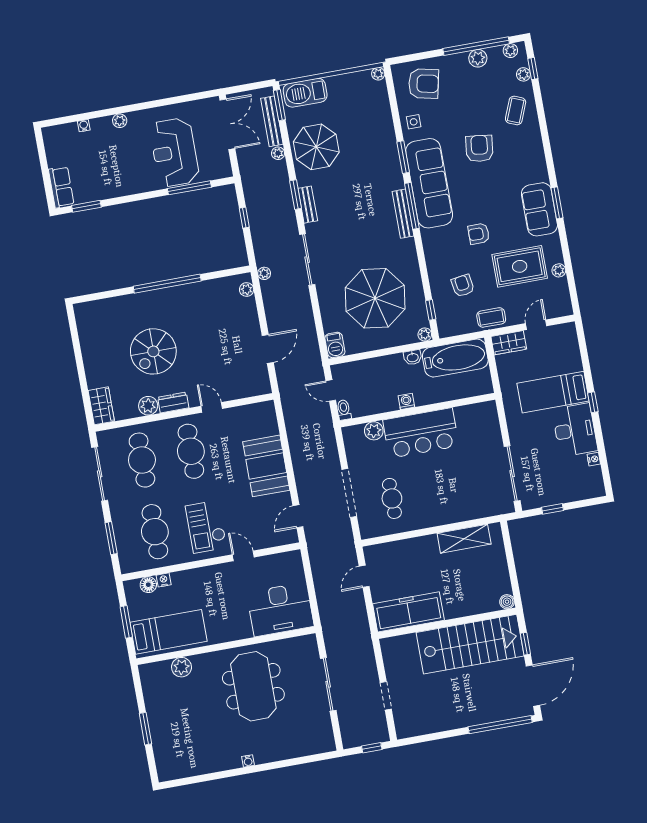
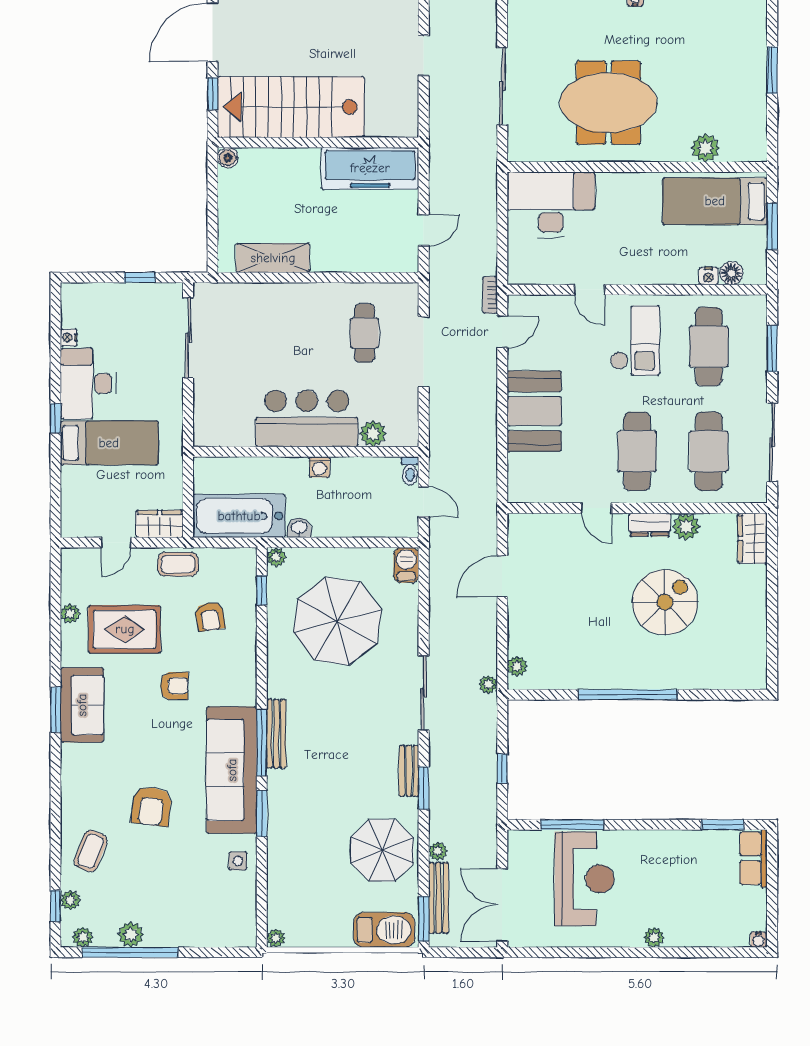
armchair: (424, 84) -> (214, 913), removed
water cooler: (84, 126) -> (758, 940), moved
bookcase: (311, 540) -> (490, 295), added
meeting table: (253, 686) -> (608, 103), turned 90

